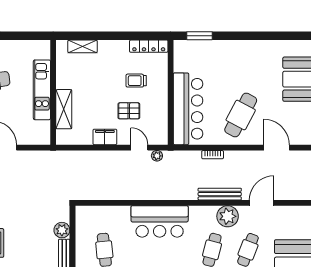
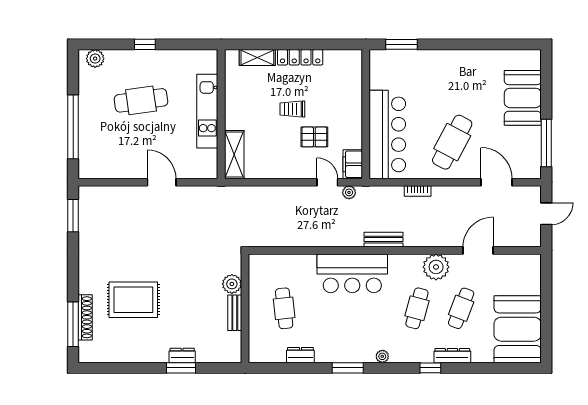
locker: (149, 46) -> (300, 57), moved
trolley: (136, 81) -> (292, 109), moved
shelving: (64, 109) -> (234, 155), moved
filing cabinet: (105, 137) -> (353, 164), moved, turned -90
bench: (220, 194) -> (384, 240), moved, width x0.73

